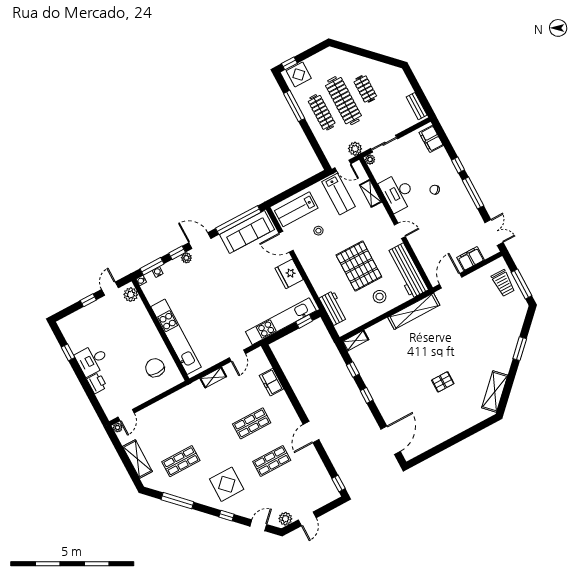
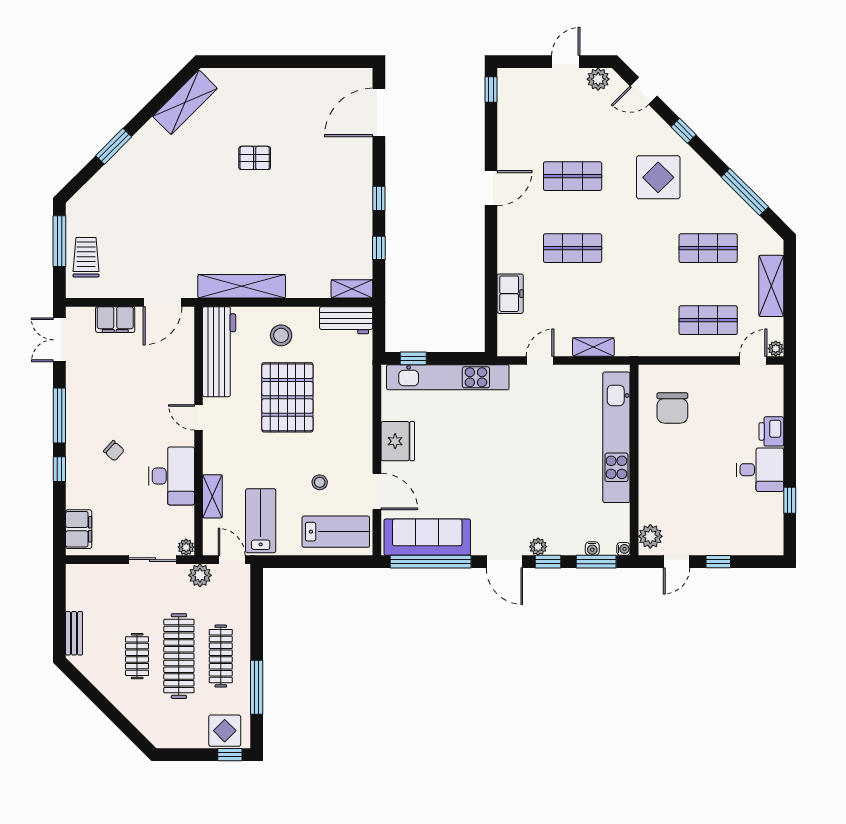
bench: (417, 106) -> (74, 633), moved
workbench: (333, 308) -> (346, 320), moved, turned -90
shop shelf: (161, 424) -> (708, 320), added

